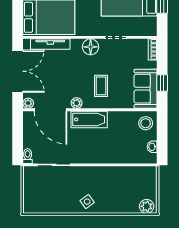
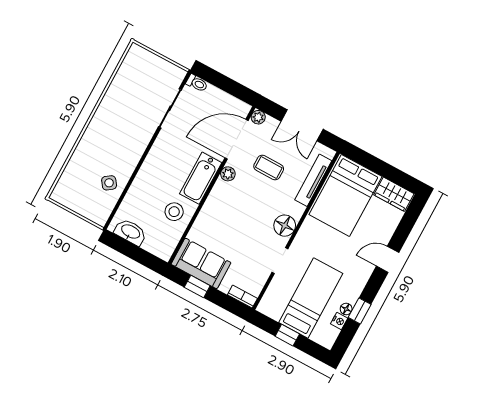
double door: (18, 71) -> (302, 125), width x0.73
coffee table: (101, 86) -> (269, 167), moved
stool: (146, 123) -> (174, 212), moved
washbasin: (152, 147) -> (130, 232), width x1.91, depth x1.45
side table: (87, 202) -> (109, 183), moved
plant: (147, 206) -> (63, 190), removed

